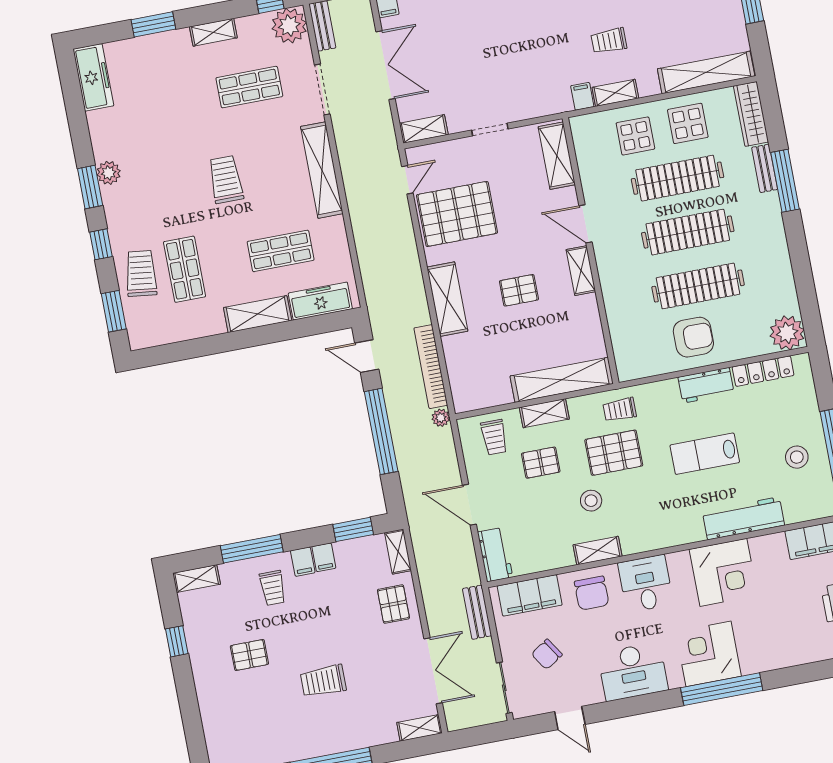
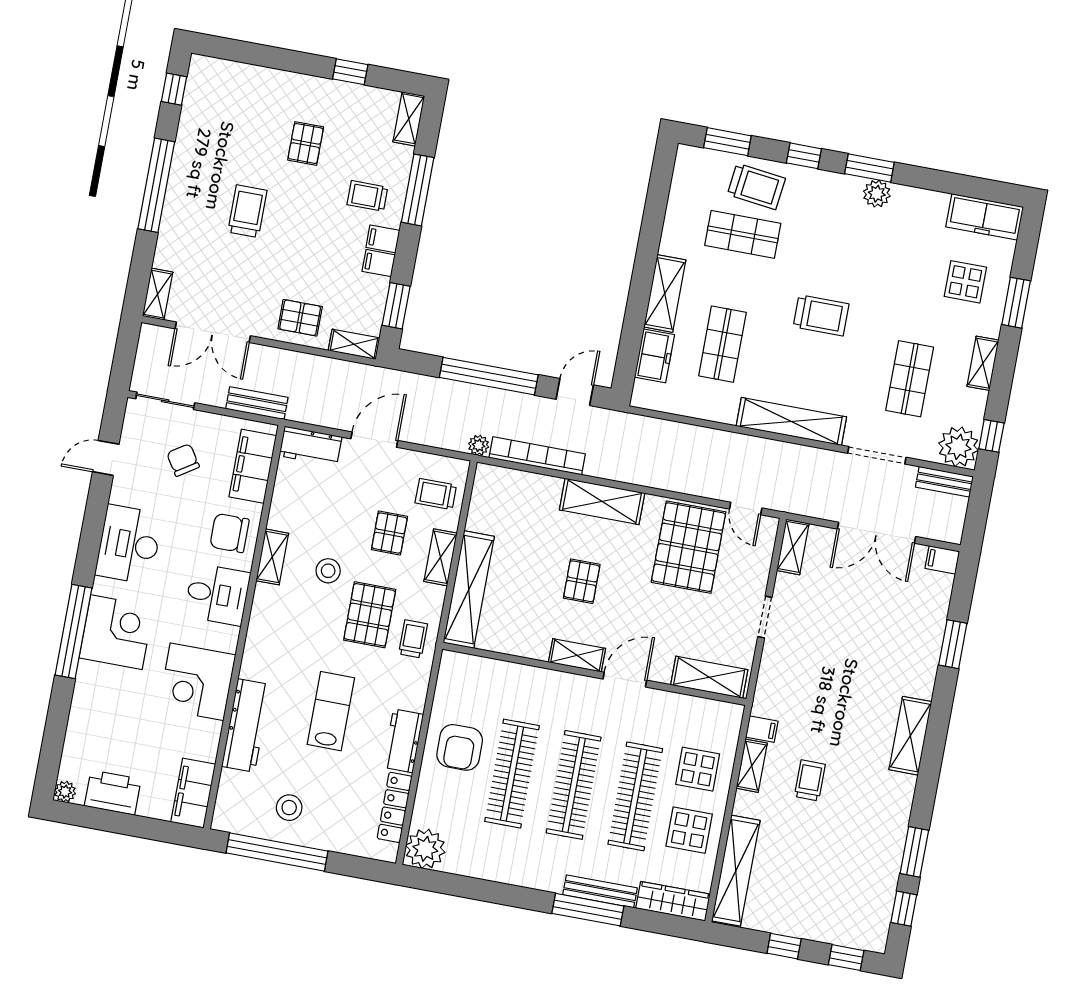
display table: (152, 72) -> (965, 282), added
bench: (765, 168) -> (600, 891), width x1.36
freezer: (320, 301) -> (654, 356), width x0.71

